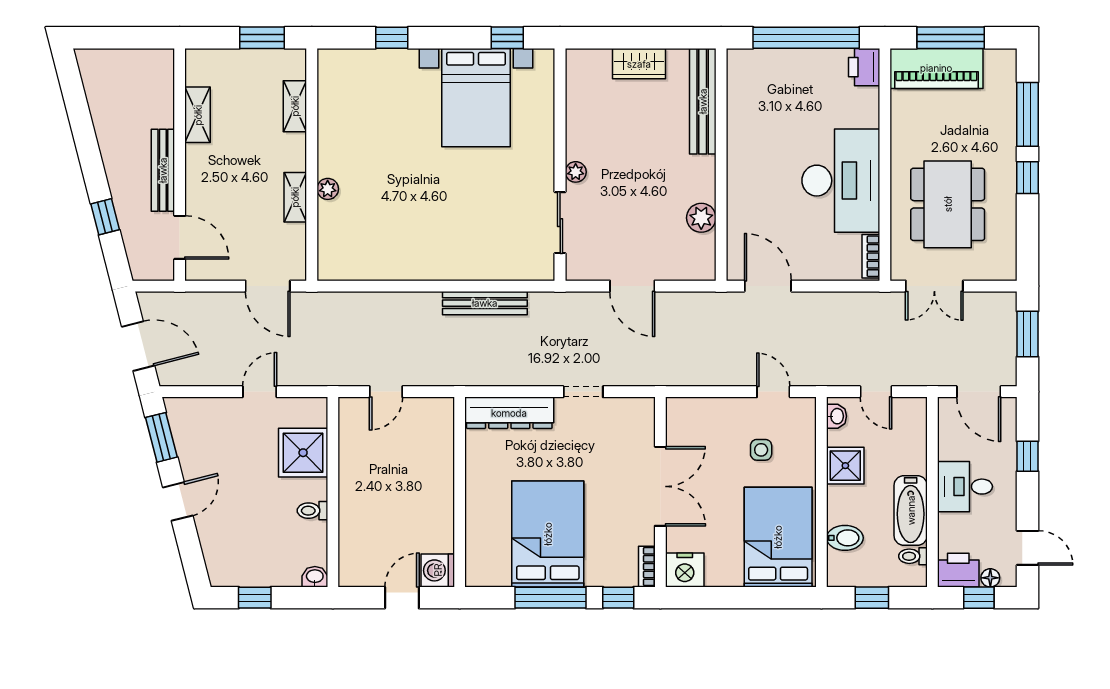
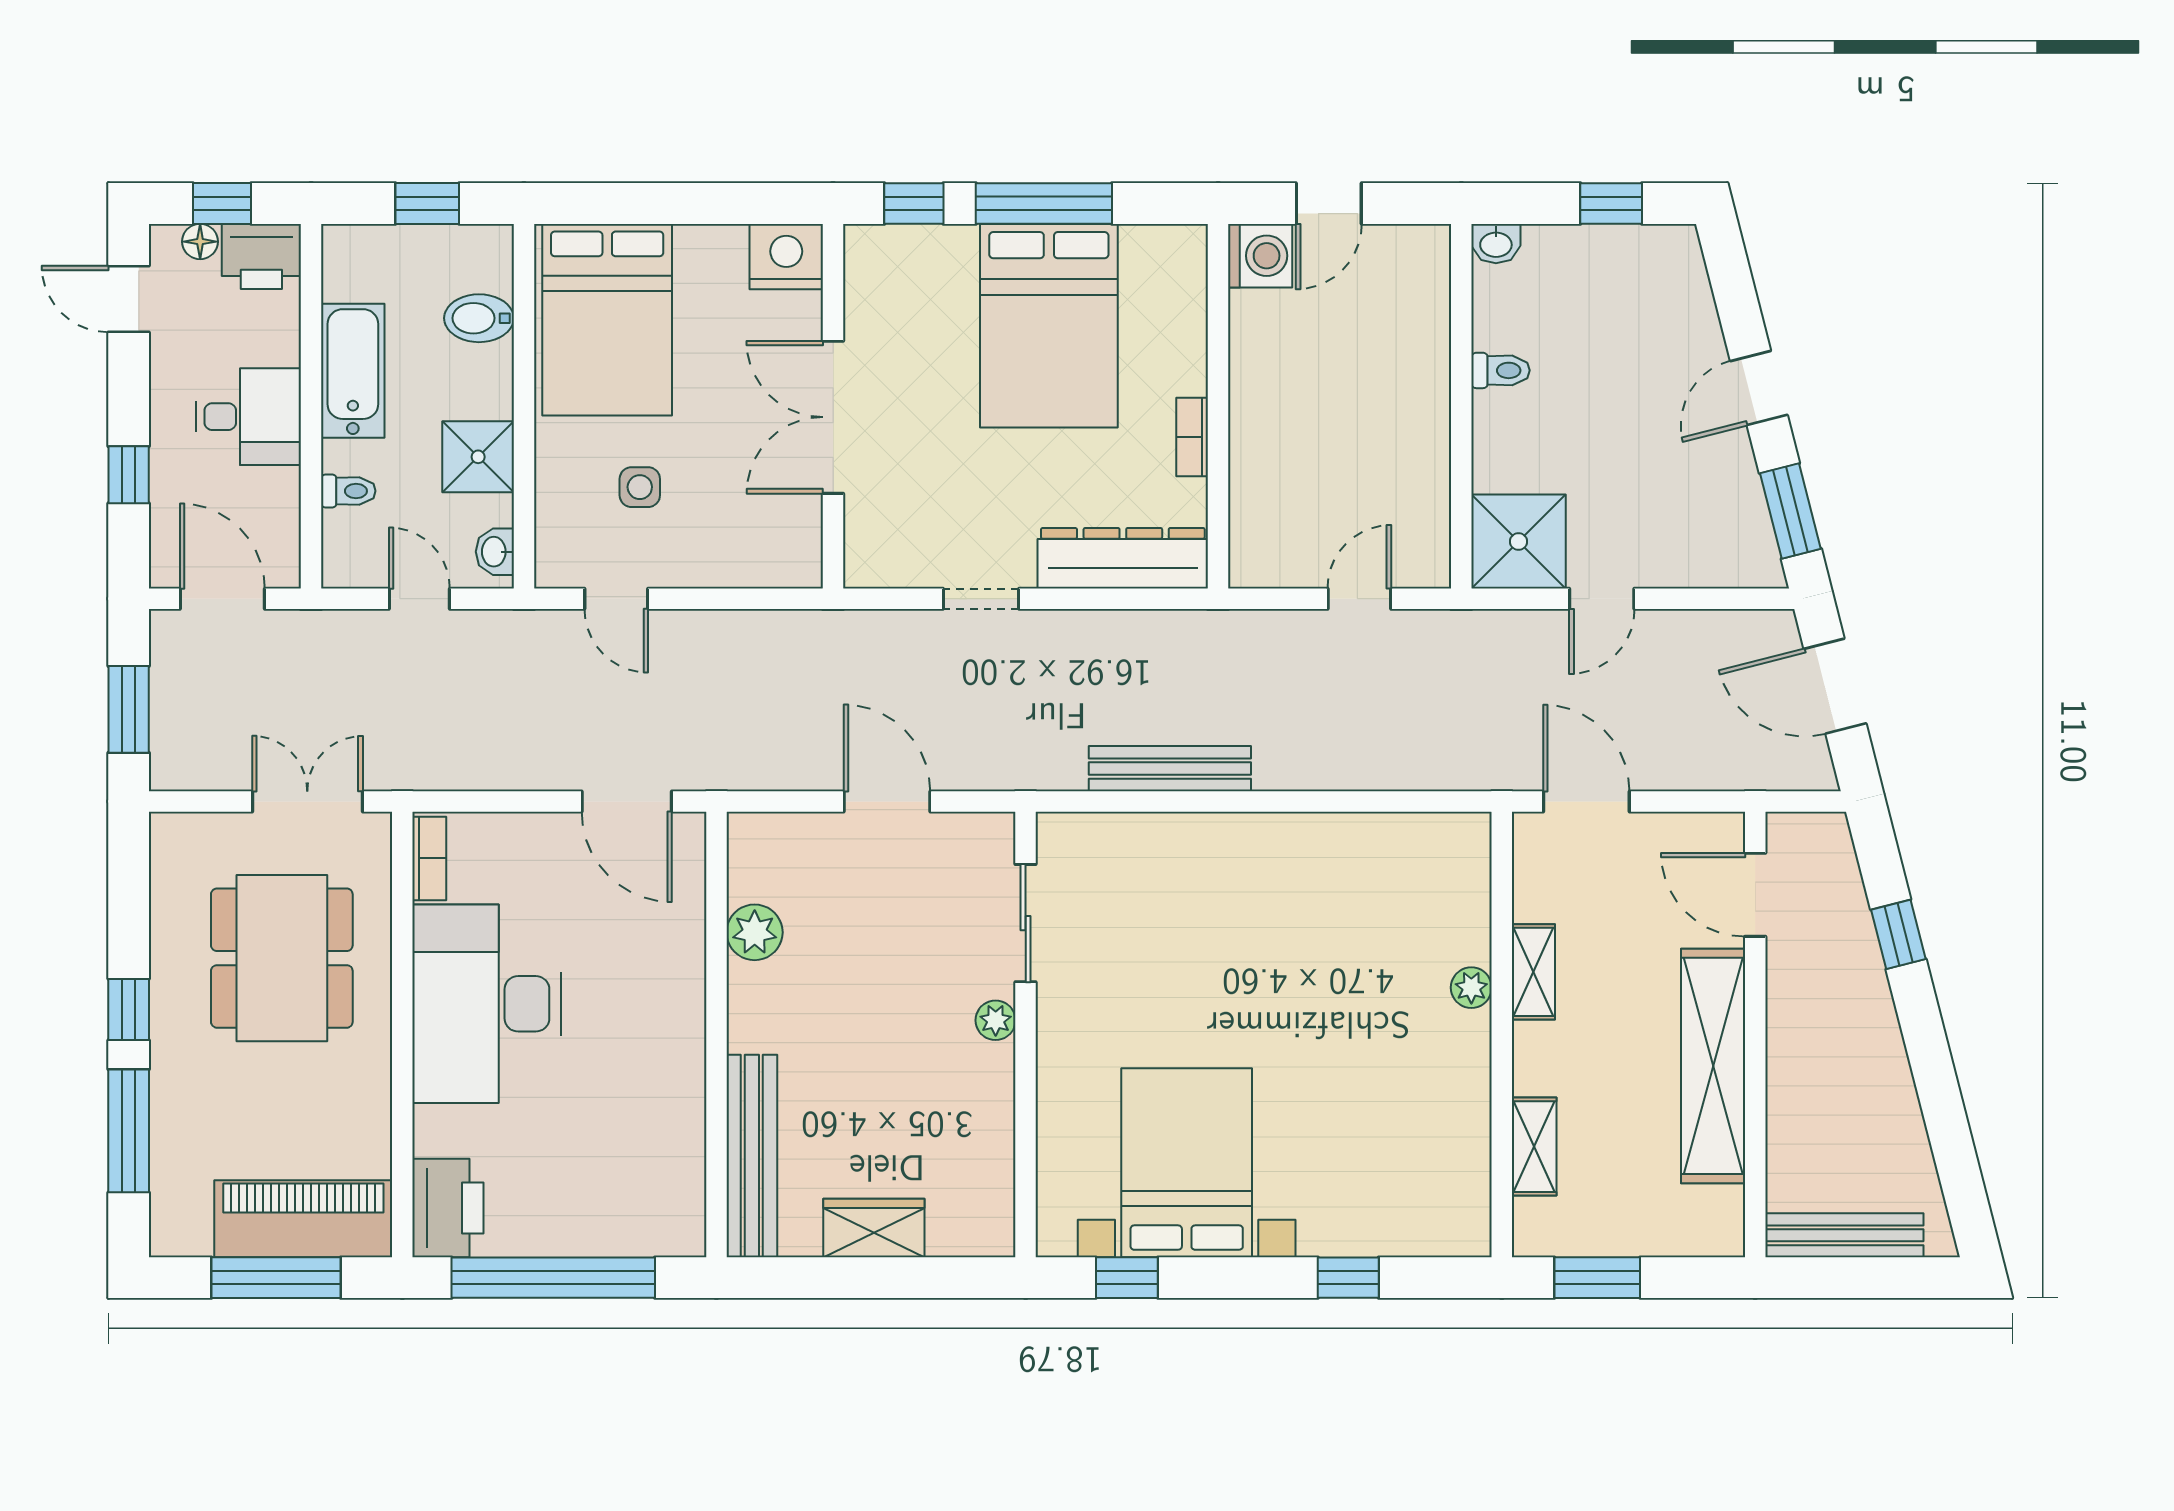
printer: (864, 67) -> (448, 1208), width x1.37, depth x1.19
shelving: (198, 115) -> (1713, 1066), width x2.20, depth x1.33
bench: (163, 170) -> (1844, 1235), moved, turned 90
shower: (303, 453) -> (1519, 542), moved
toilet: (913, 556) -> (348, 491), moved
bookcase: (647, 567) -> (1192, 437), moved, turned 180

